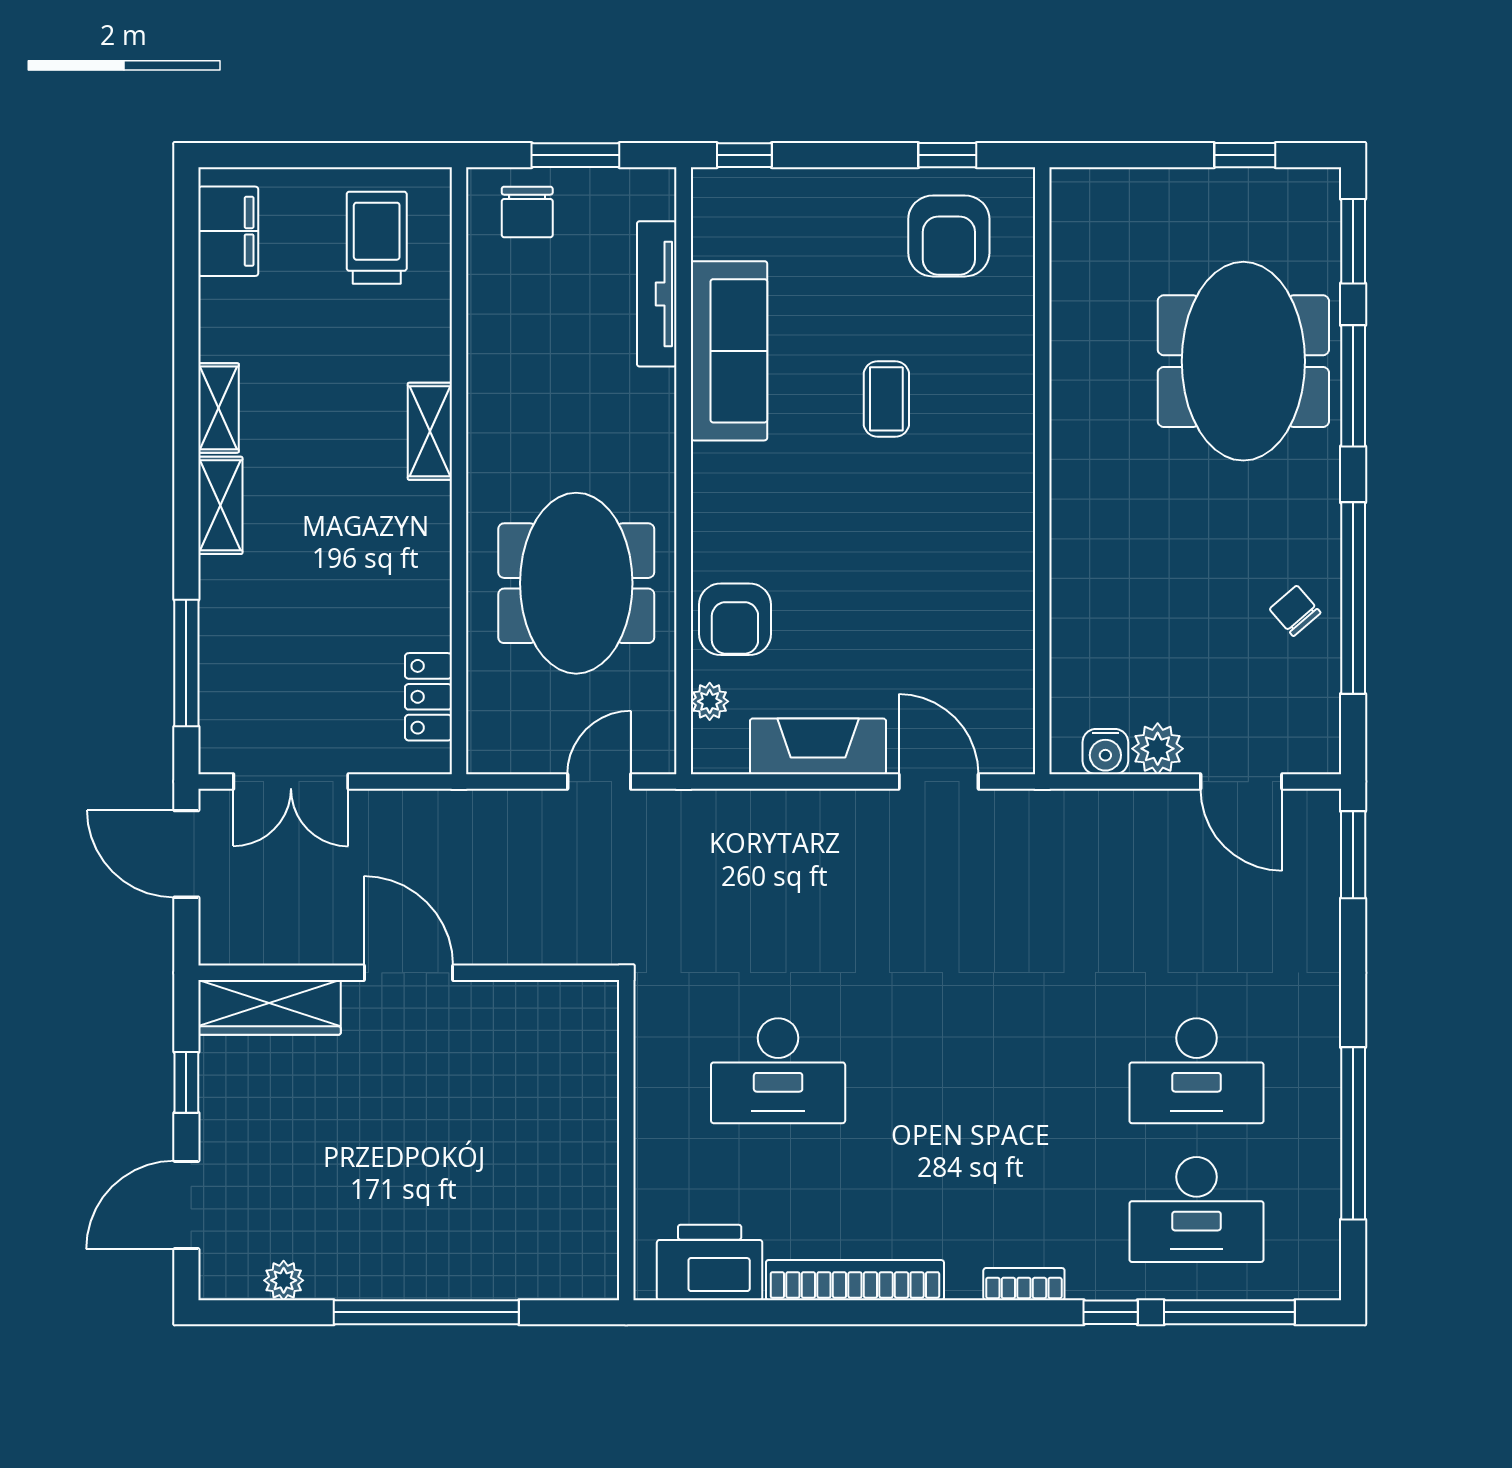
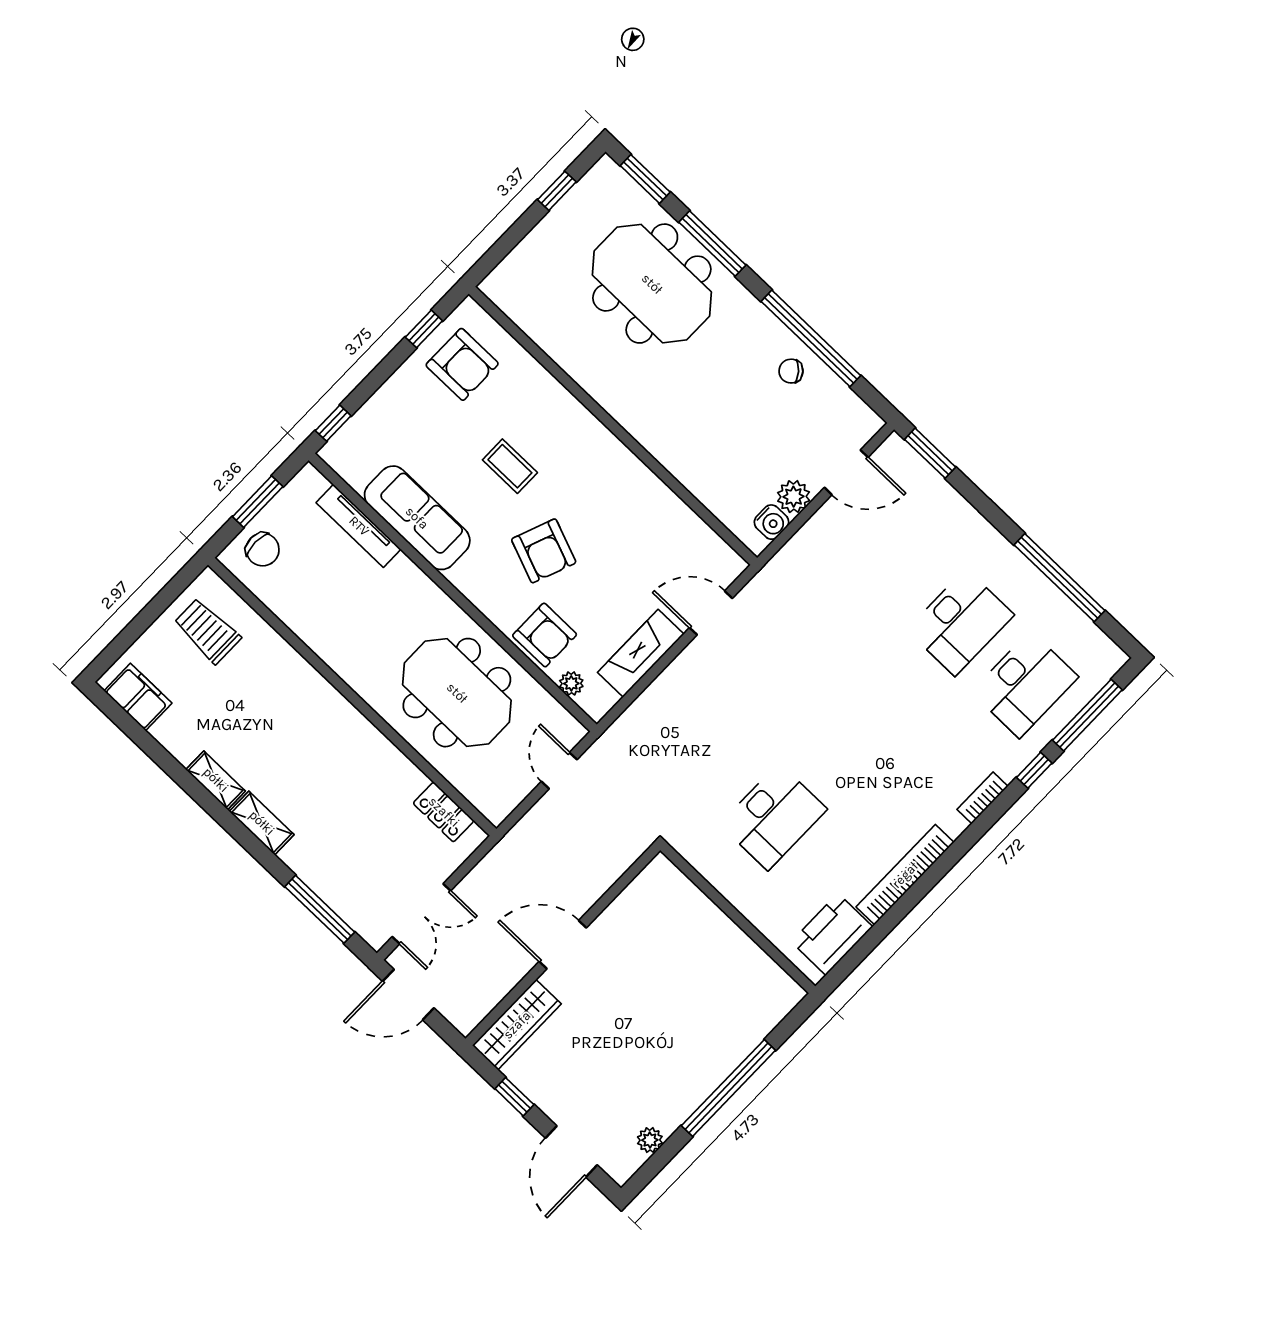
shelving: (430, 431) -> (321, 693), removed
armchair: (828, 528) -> (544, 551), added

